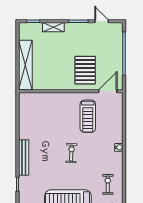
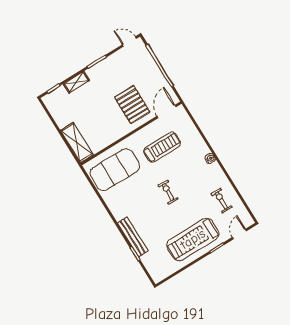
door: (102, 21) -> (129, 42), moved
shelving: (25, 65) -> (77, 143), width x0.68
exercise mat: (42, 111) -> (115, 170), added
treadmill: (88, 116) -> (162, 147), turned -90
bench: (24, 157) -> (133, 237), moved

